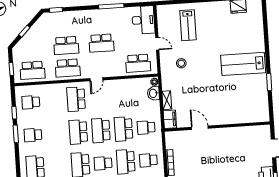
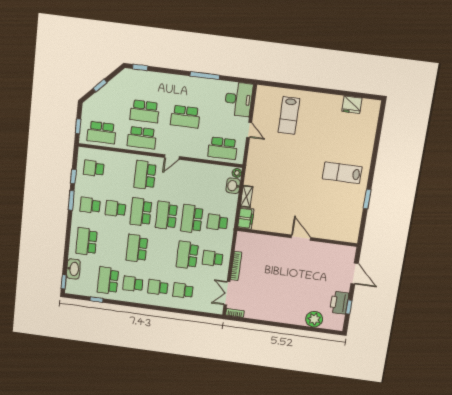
stool: (181, 63) -> (272, 158), removed
lab bench: (243, 64) -> (342, 173), width x0.73, depth x0.72
door: (200, 128) -> (301, 238), moved
school desk: (103, 163) -> (115, 209), moved

